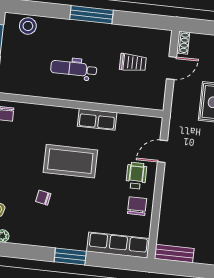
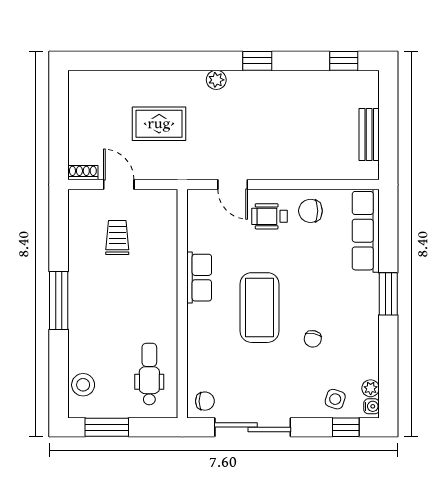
dental chair: (74, 69) -> (149, 374), moved, turned 180
bench: (174, 254) -> (369, 135), moved

